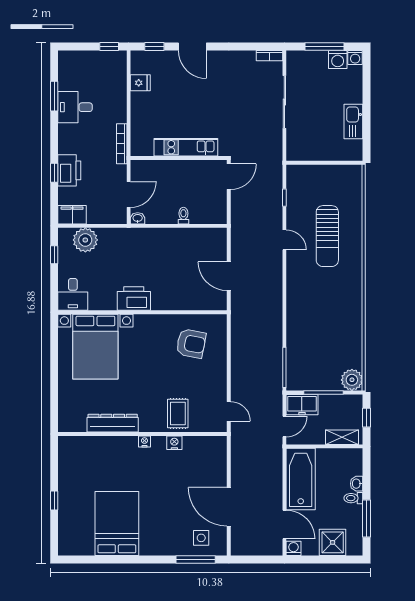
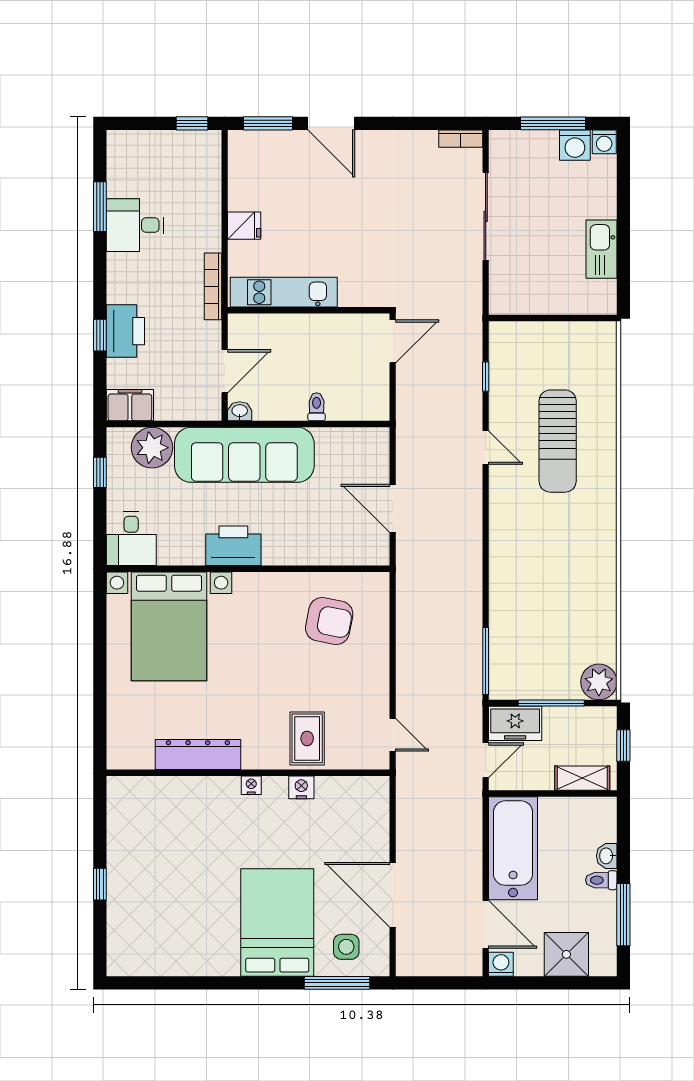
window: (154, 47) -> (268, 123), width x1.50
fridge: (140, 83) -> (244, 226), moved
kitchen unit: (186, 147) -> (284, 292), moved
sofa: (140, 244) -> (244, 455), added
bed: (117, 523) -> (277, 923), moved

